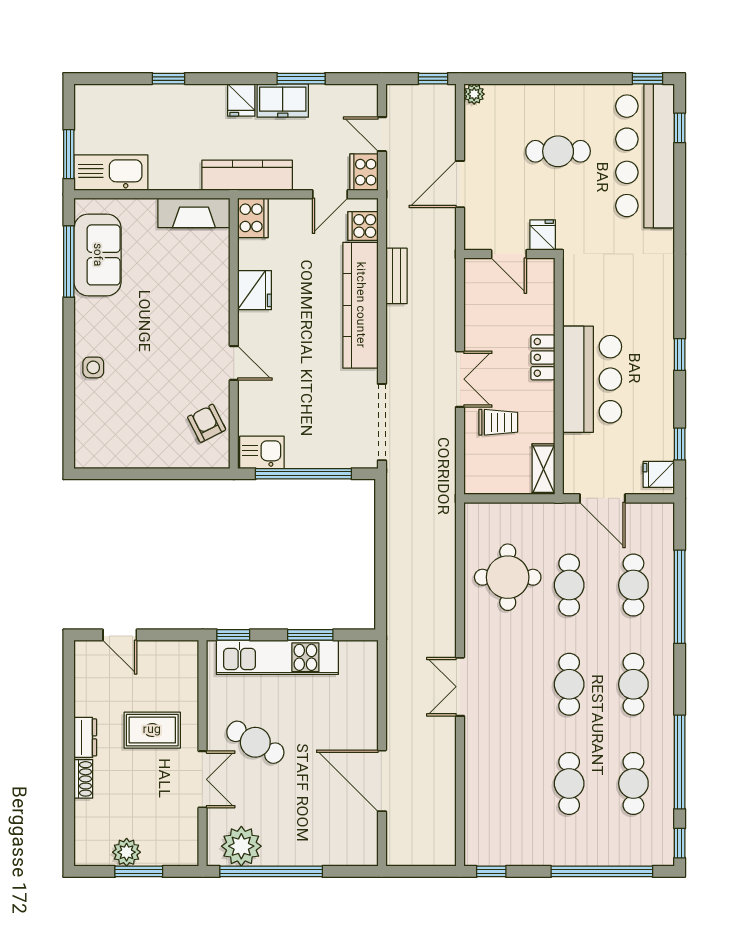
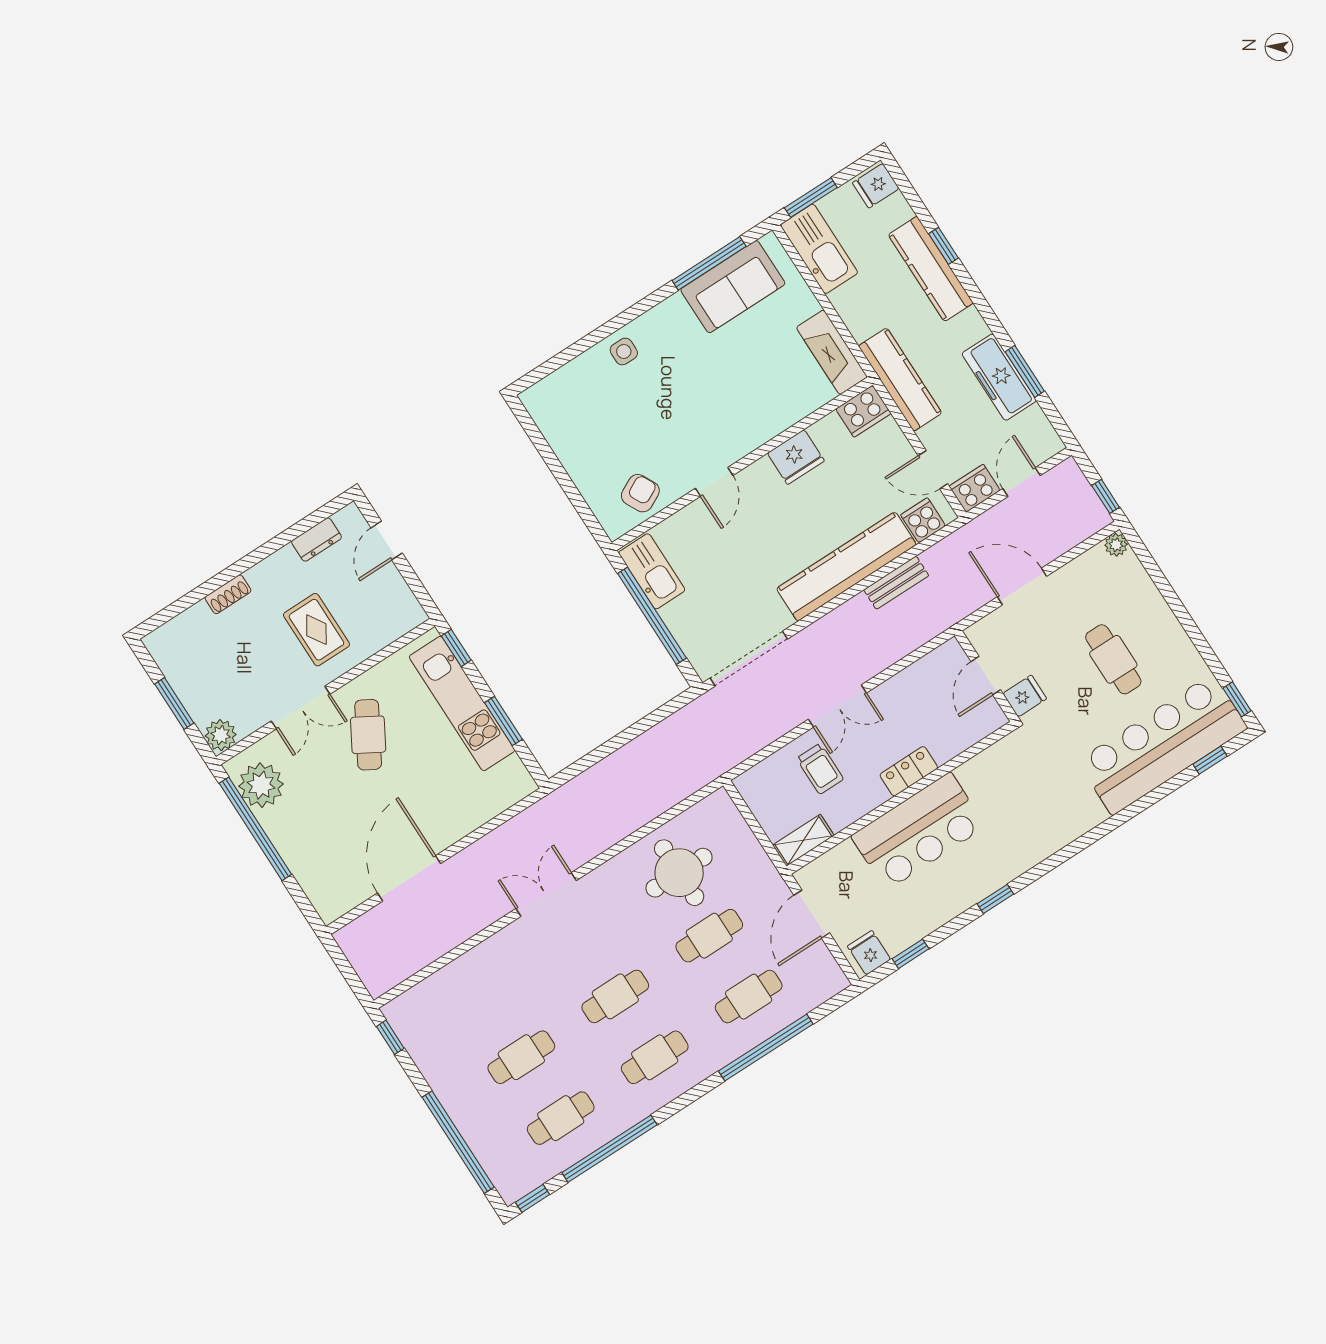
kitchen counter: (179, 99) -> (931, 269), added
fridge: (241, 100) -> (876, 186), moved
freezer: (283, 100) -> (999, 377), width x1.40
kitchen sink: (262, 452) -> (652, 571), width x1.38
dresser: (85, 737) -> (317, 540), moved
plant: (127, 852) -> (221, 735), moved

